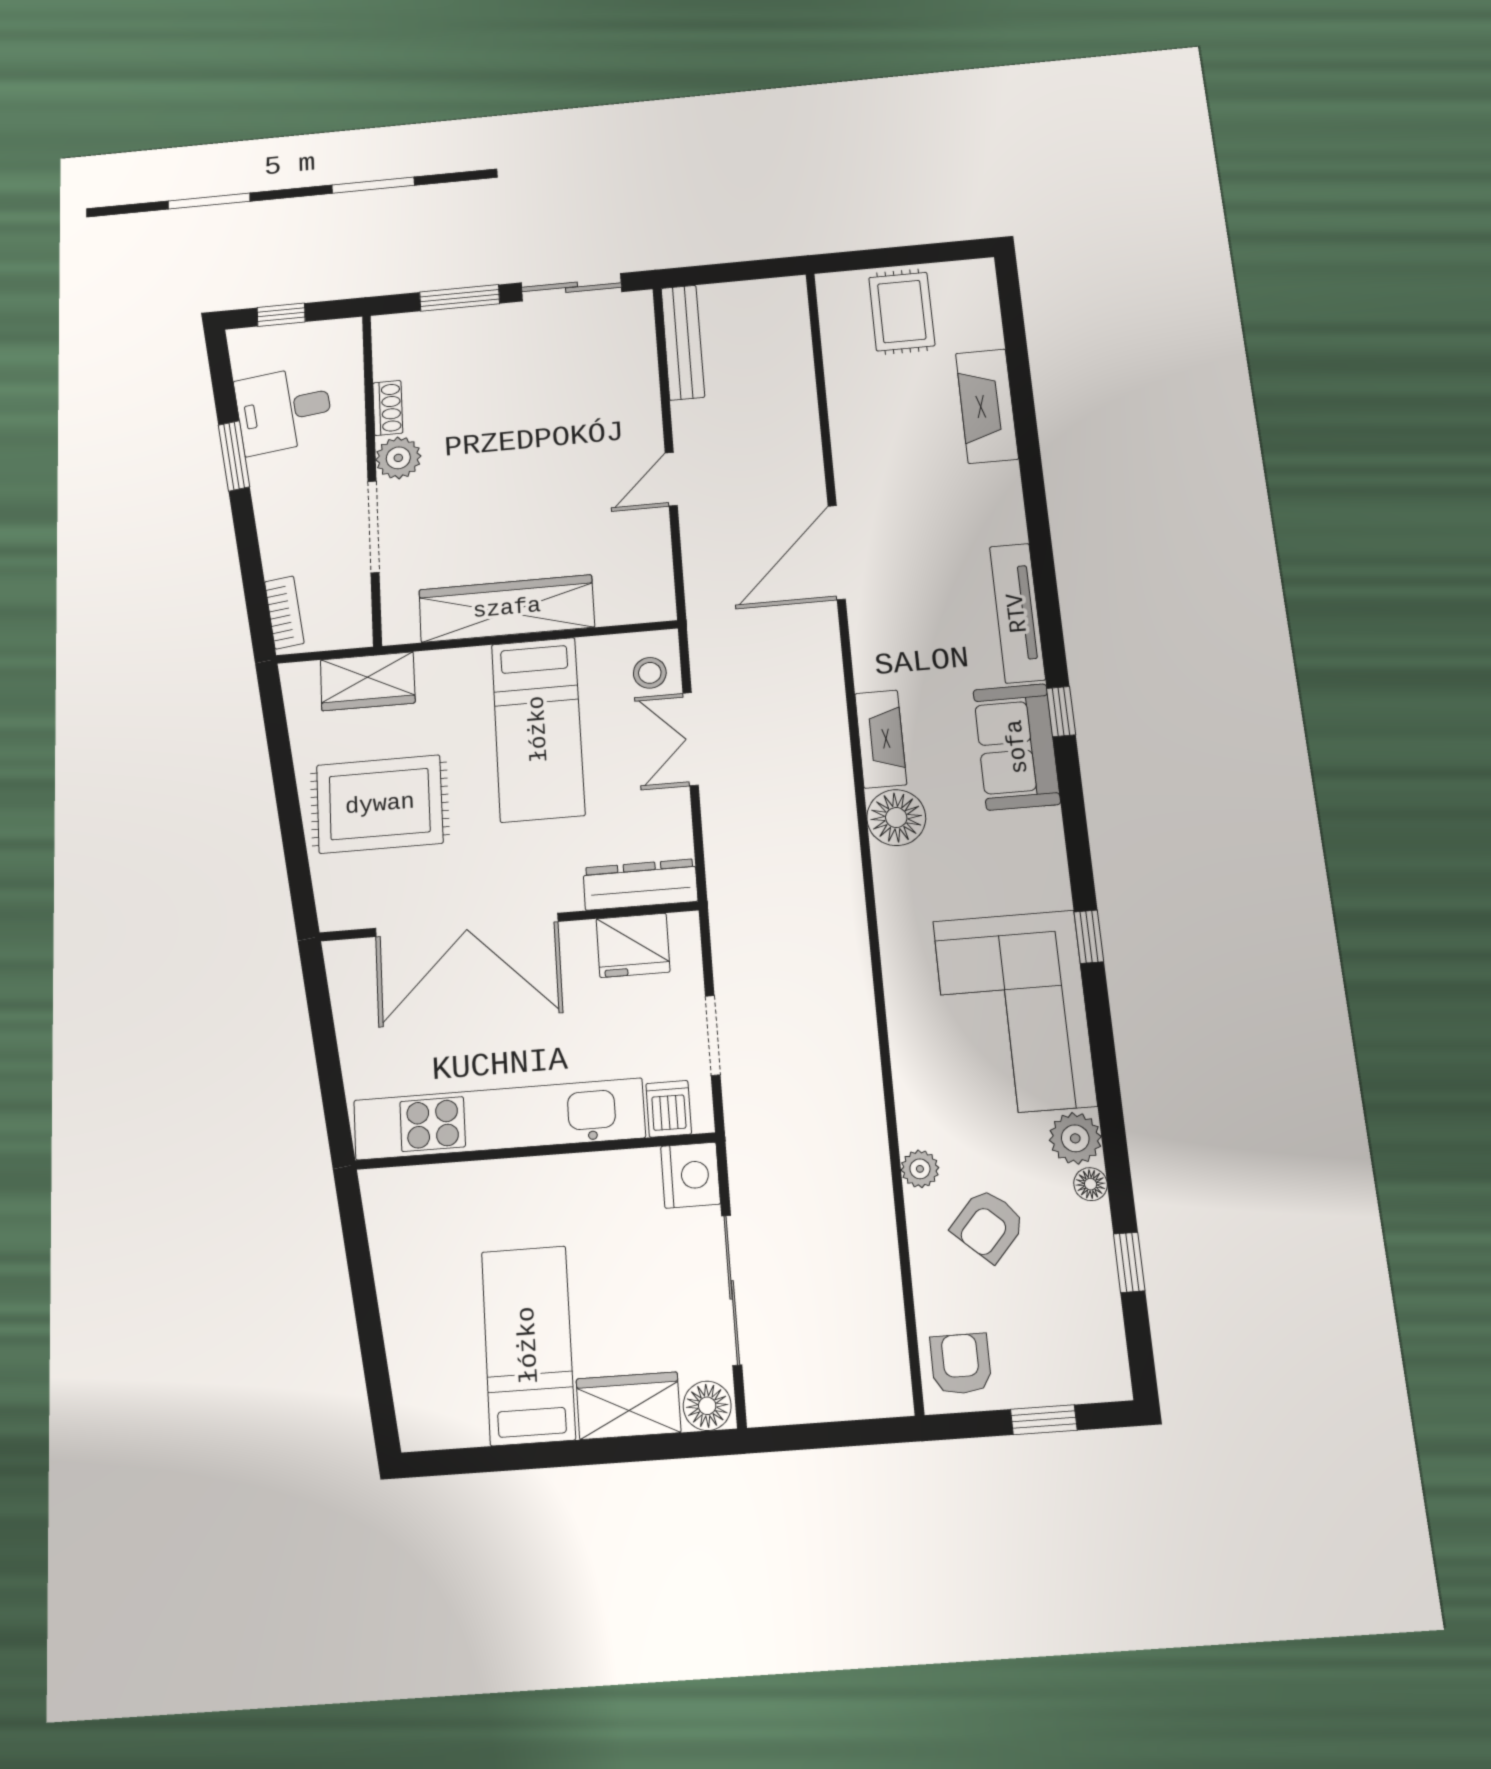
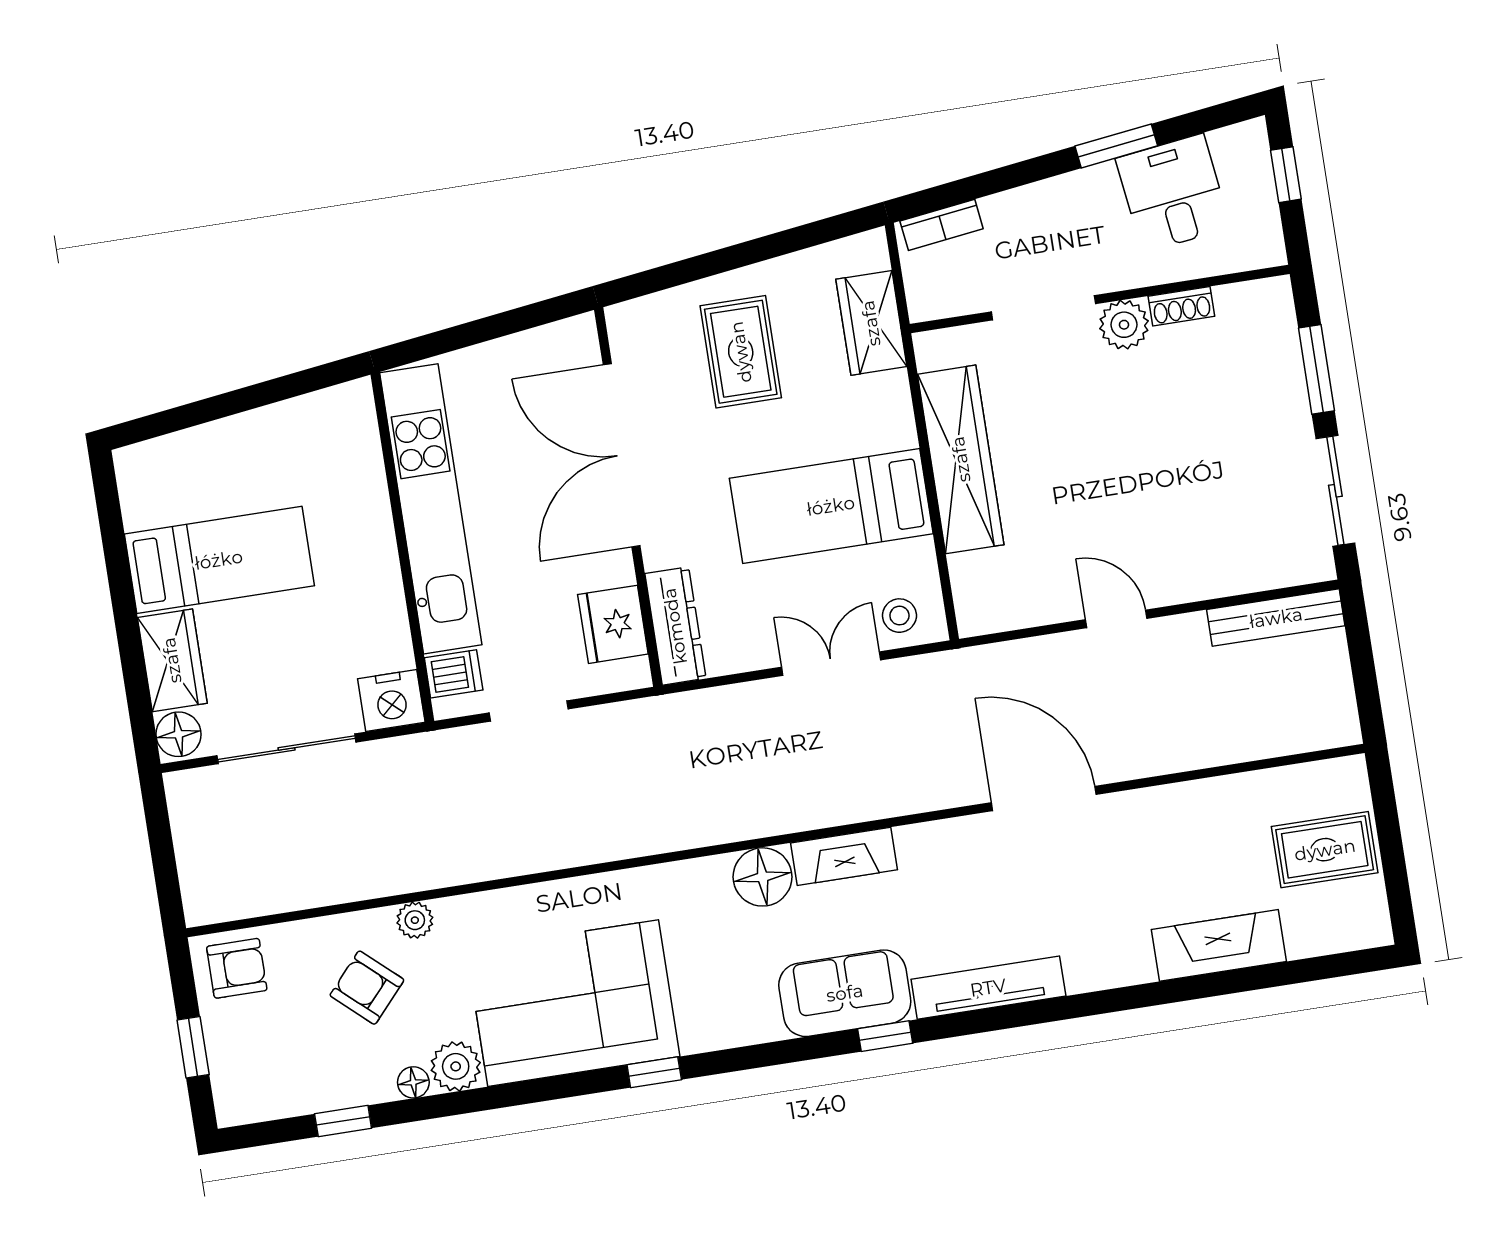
rug: (380, 804) -> (741, 352), width x0.73, depth x0.70

